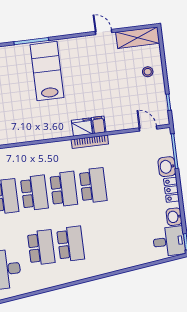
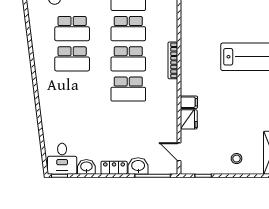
fridge: (82, 127) -> (189, 119), moved
door: (148, 128) -> (179, 152), swing flipped
bookcase: (90, 142) -> (173, 60), moved

